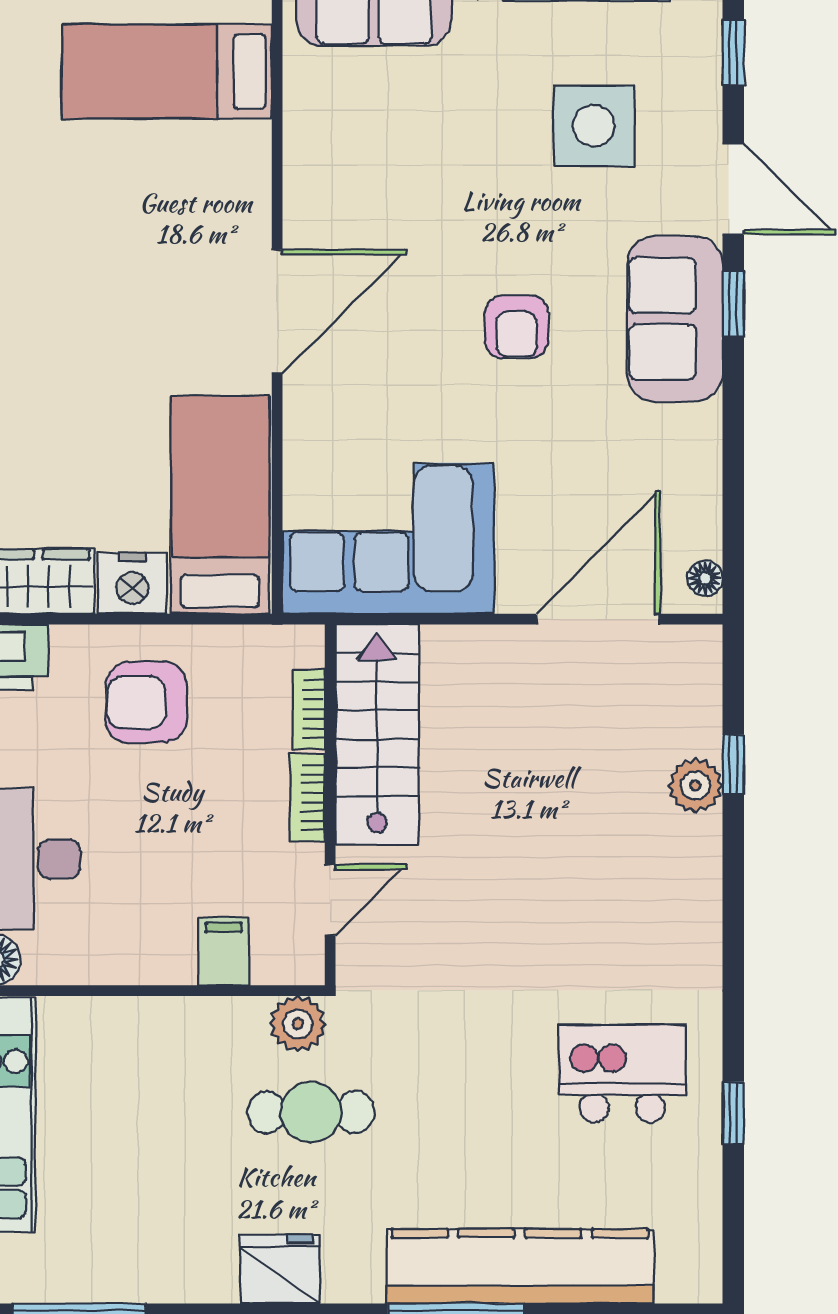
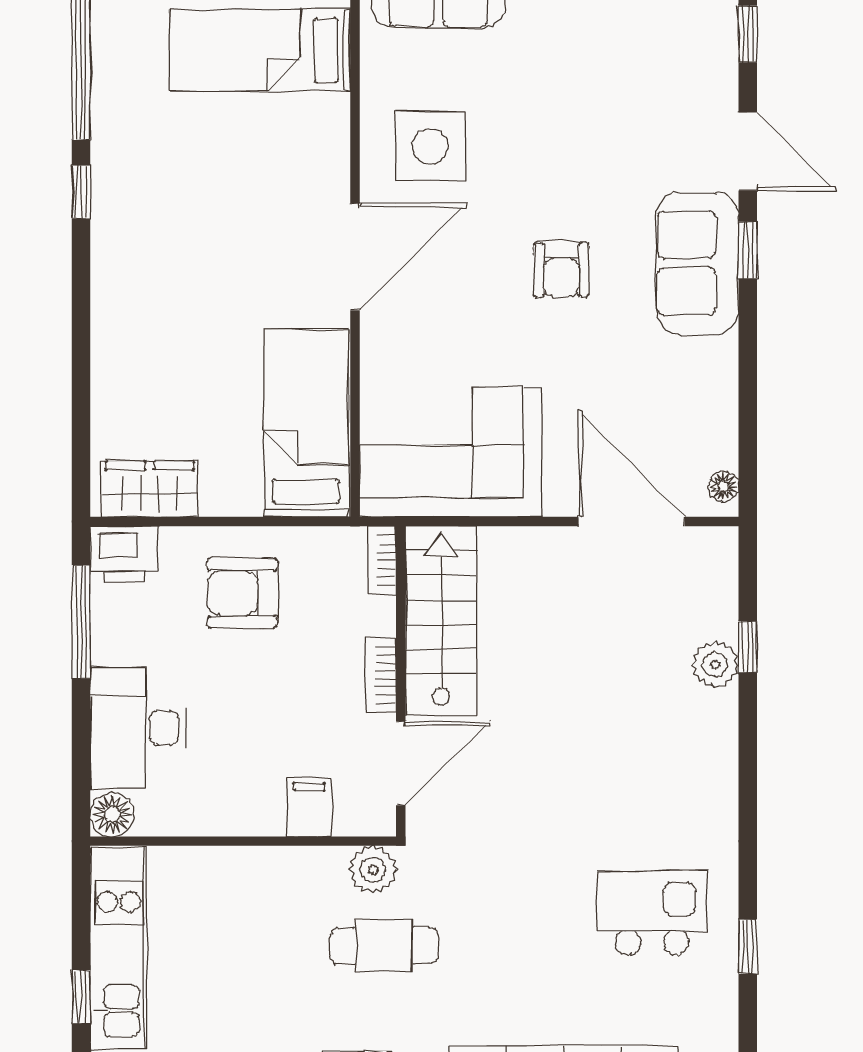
side table: (594, 126) -> (430, 146), moved
nightstand: (133, 583) -> (231, 491), removed
door: (598, 619) -> (631, 522), hinge flipped
bookcase: (309, 710) -> (382, 561), moved
door: (330, 900) -> (401, 763), width x1.38

